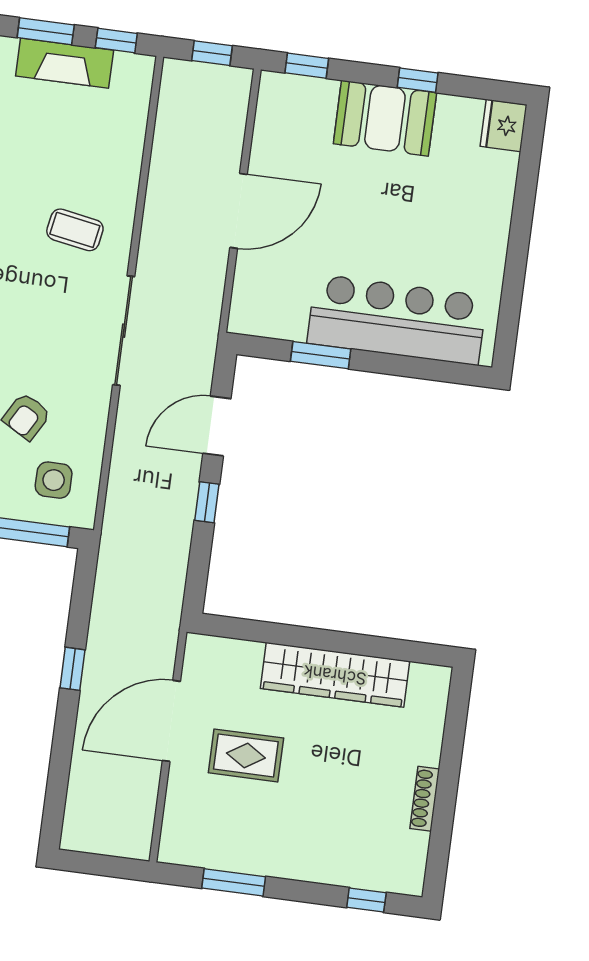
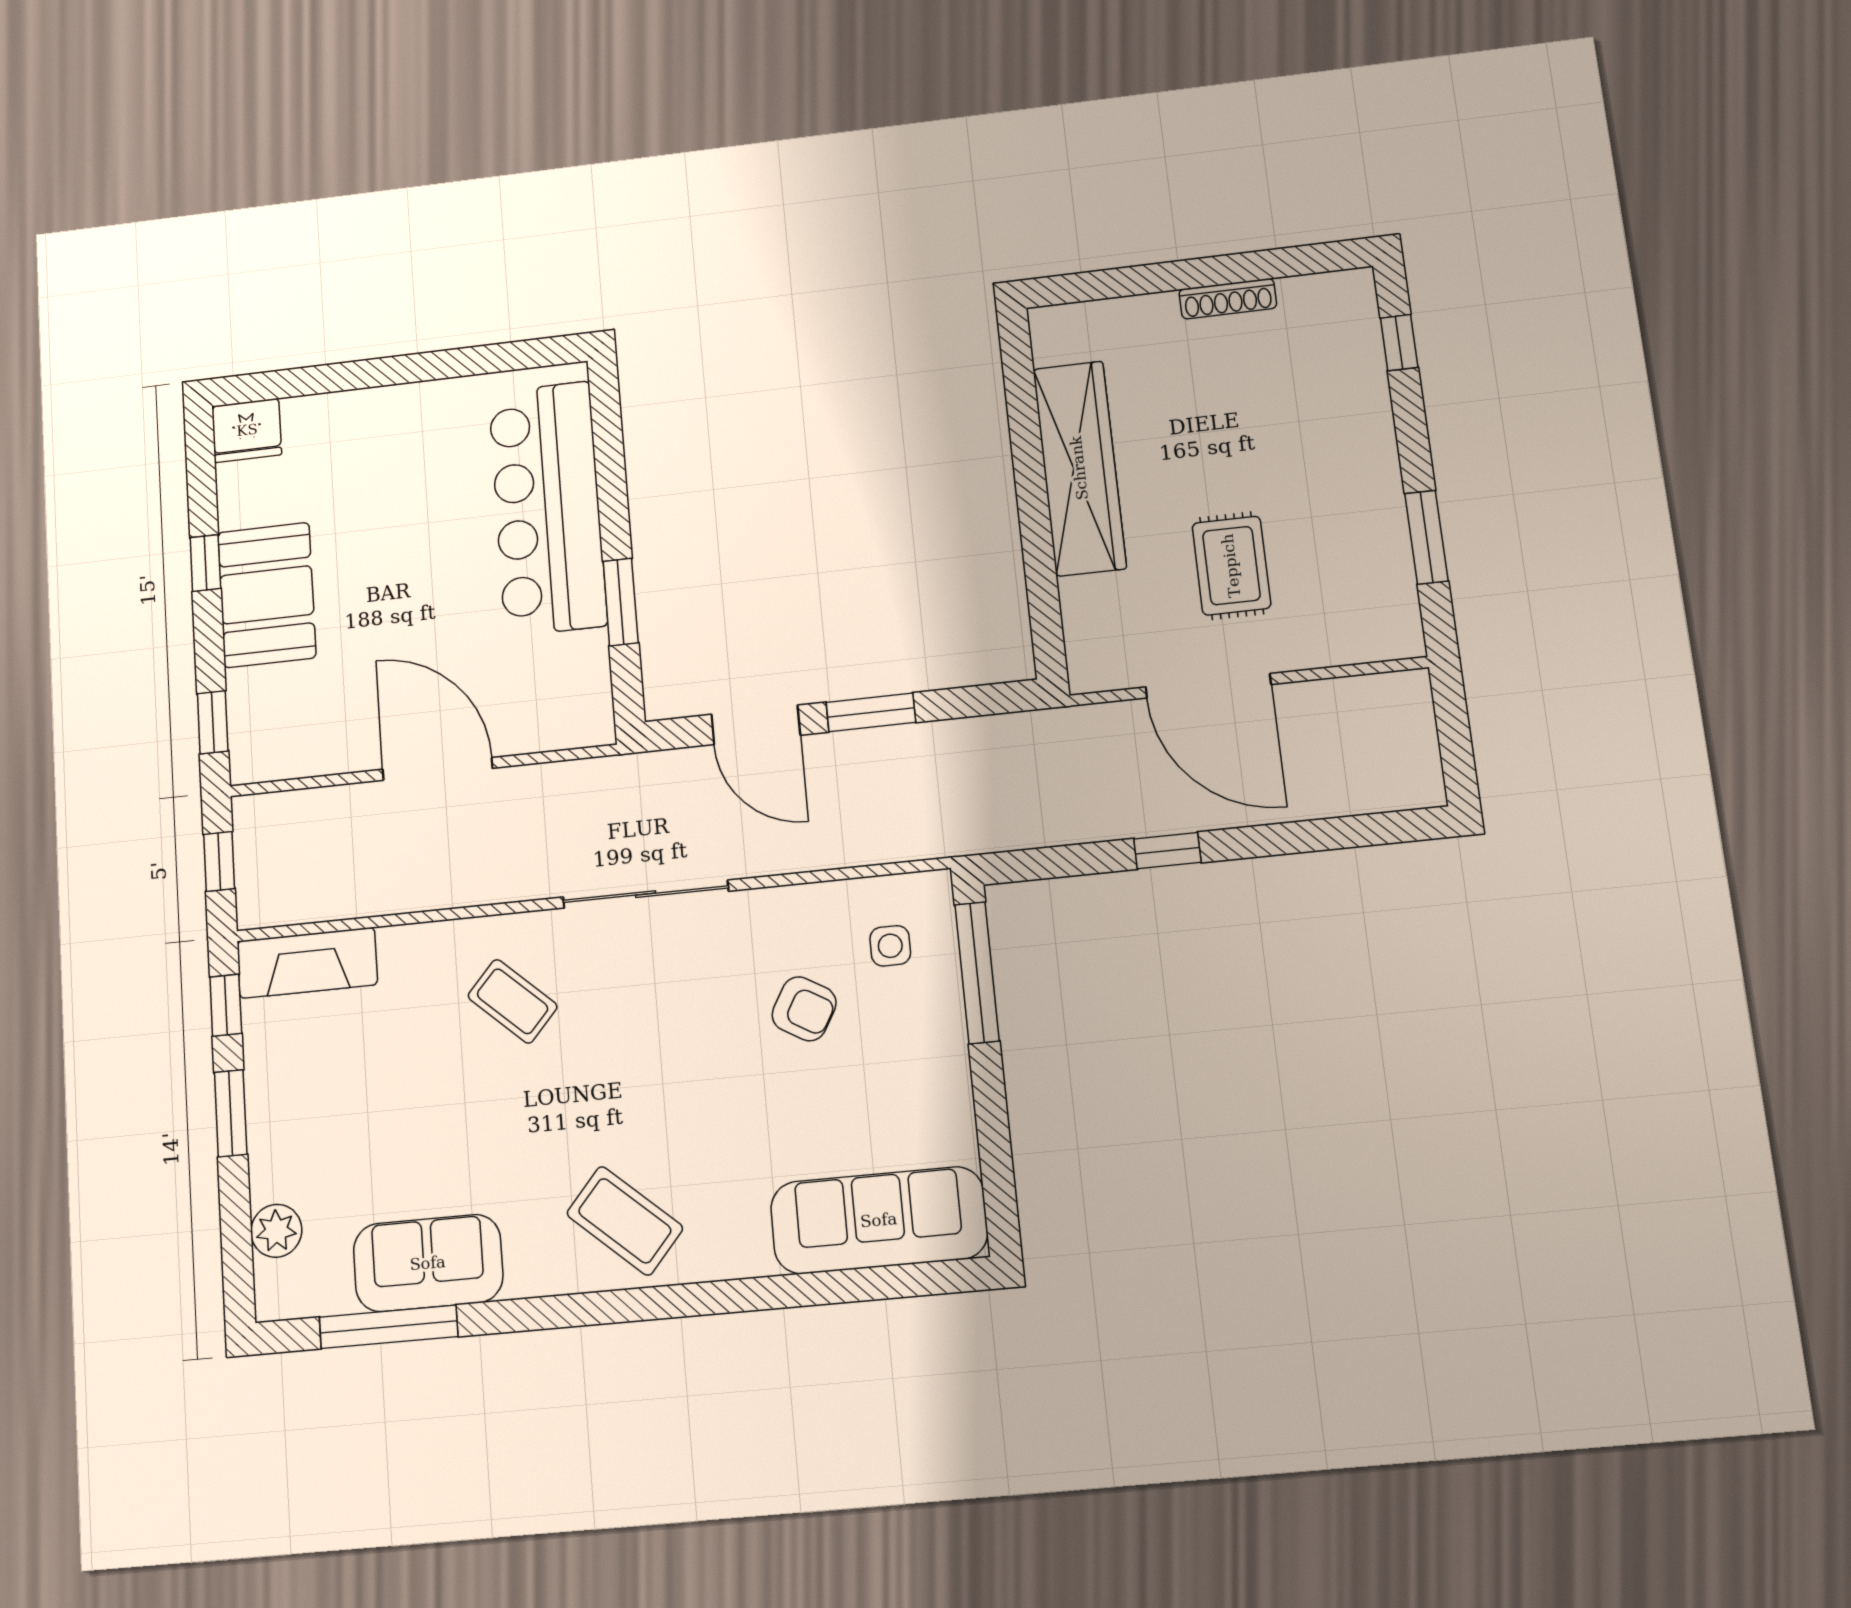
fireplace: (65, 63) -> (307, 963), moved, turned 90
coffee table: (75, 230) -> (513, 1001), turned -58
side table: (54, 480) -> (890, 946), width x0.73, depth x0.73
window: (207, 502) -> (871, 712), width x1.50

